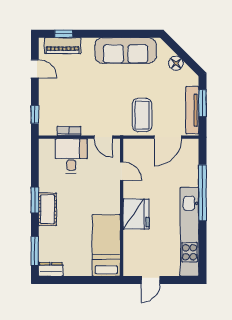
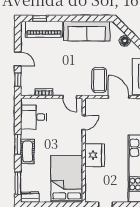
piano: (63, 46) -> (44, 29), width x1.37, depth x1.33
door: (35, 69) -> (18, 59), moved
door: (168, 137) -> (119, 97), swing flipped
desk: (71, 156) -> (34, 117), moved, turned -90
door: (122, 171) -> (84, 123), hinge flipped
bed: (106, 245) -> (67, 179), width x1.50

